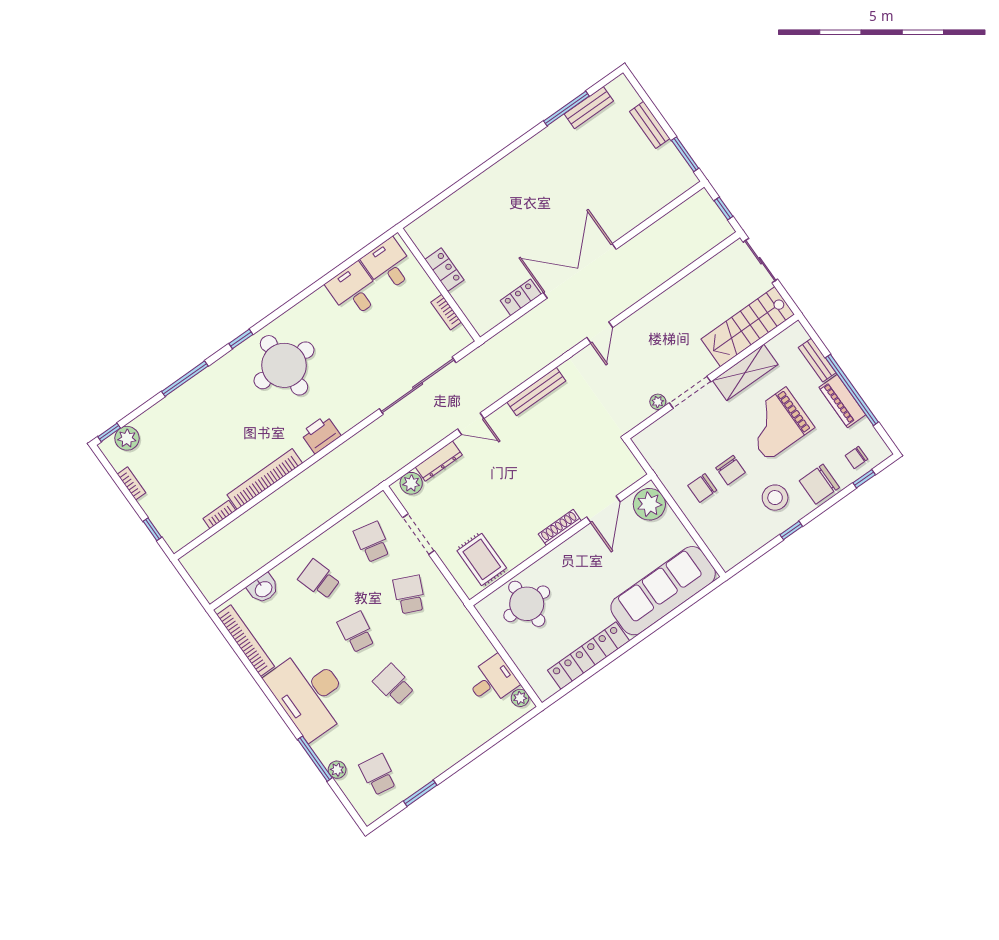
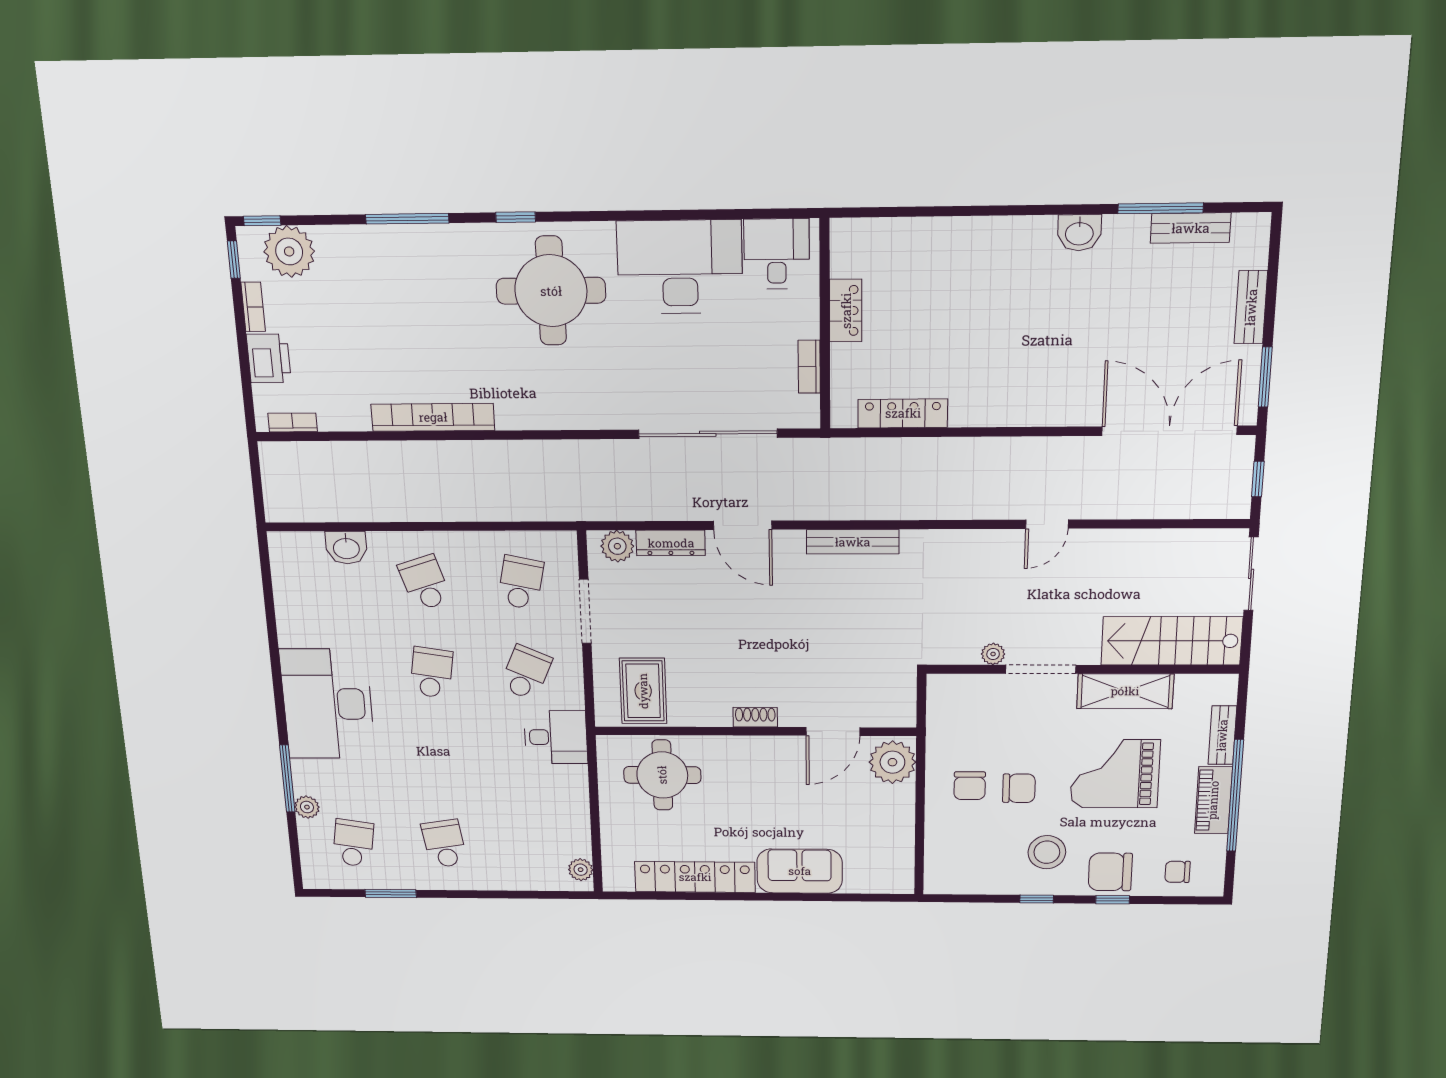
washbasin: (535, 148) -> (1079, 233), added
double door: (580, 271) -> (1169, 431), moved
desk: (354, 290) -> (680, 267), width x1.87, depth x1.30
locker: (521, 297) -> (903, 413), width x1.53
door: (600, 333) -> (1047, 524), moved
door: (471, 424) -> (743, 525), width x1.38
printer: (321, 434) -> (269, 358), moved, turned 90
plant: (127, 438) -> (289, 251), width x1.36, depth x1.36
chair: (730, 470) -> (1019, 788), turned -90
window: (864, 479) -> (1113, 900), moved
chair: (702, 488) -> (970, 786), turned -90
bookcase: (219, 514) -> (293, 422), moved
shoe rack: (560, 527) -> (755, 717), width x0.70
window: (152, 529) -> (234, 260), moved
sofa: (663, 591) -> (800, 871), width x0.54, depth x0.79
bookcase: (246, 641) -> (285, 593), removed
desk: (492, 681) -> (556, 737), moved
school desk: (394, 685) -> (444, 844), moved

